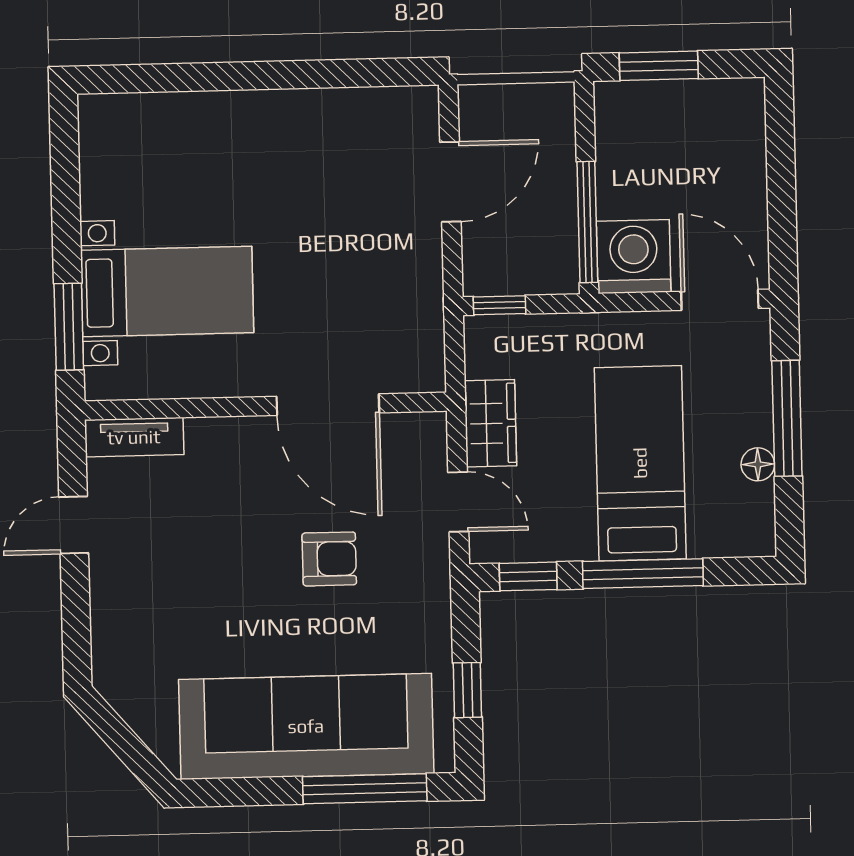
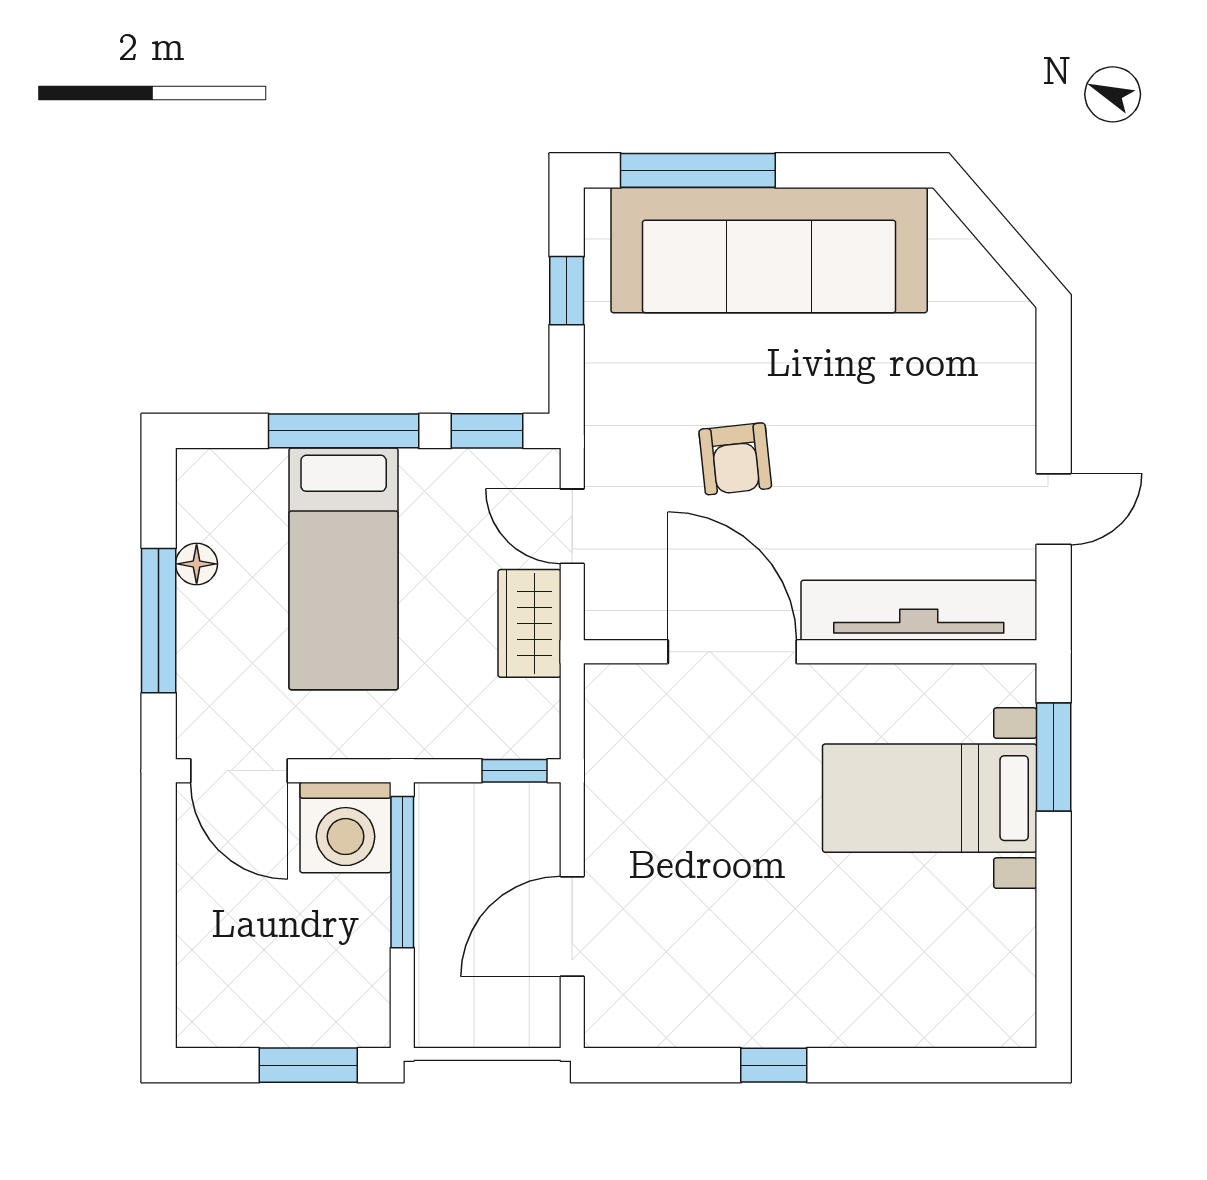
window: (287, 75) -> (774, 1065), added
tv unit: (134, 437) -> (919, 610), width x1.92, depth x1.29
armchair: (329, 559) -> (735, 459), turned -96

